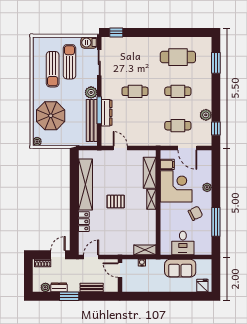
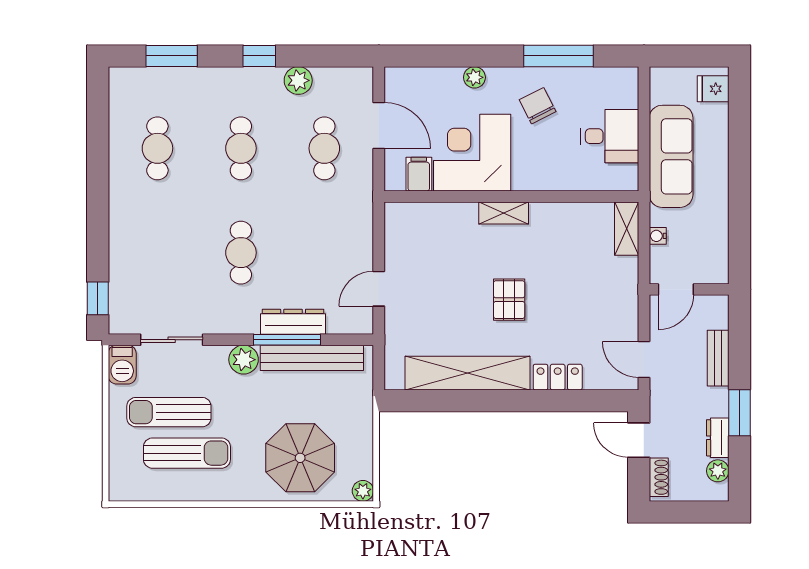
cafe table: (178, 57) -> (157, 148), width x0.73, depth x0.74
window: (216, 128) -> (259, 56), moved
door: (187, 148) -> (379, 125), hinge flipped
shelving: (150, 173) -> (439, 217), removed
sofa: (180, 268) -> (671, 156), width x1.36

